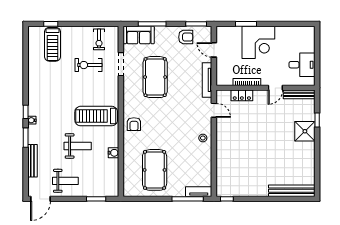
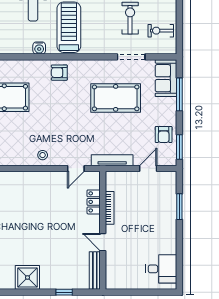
corner desk: (258, 42) -> (157, 222), removed
desk: (302, 65) -> (161, 269), moved, turned -90
shower: (305, 131) -> (27, 277), moved
water cooler: (113, 153) -> (39, 48), moved

